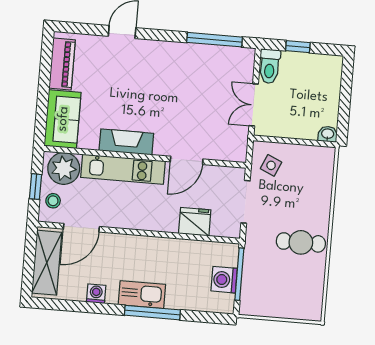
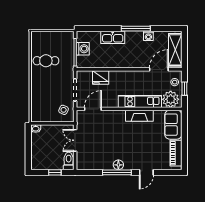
window: (215, 40) -> (117, 172), moved
floor lamp: (175, 51) -> (118, 165), added
double door: (254, 105) -> (75, 140), swing flipped
door: (187, 160) -> (93, 109), moved
cafe table: (301, 242) -> (46, 61), moved
kitchen sink: (142, 295) -> (113, 37), moved
window: (152, 313) -> (136, 29), moved

